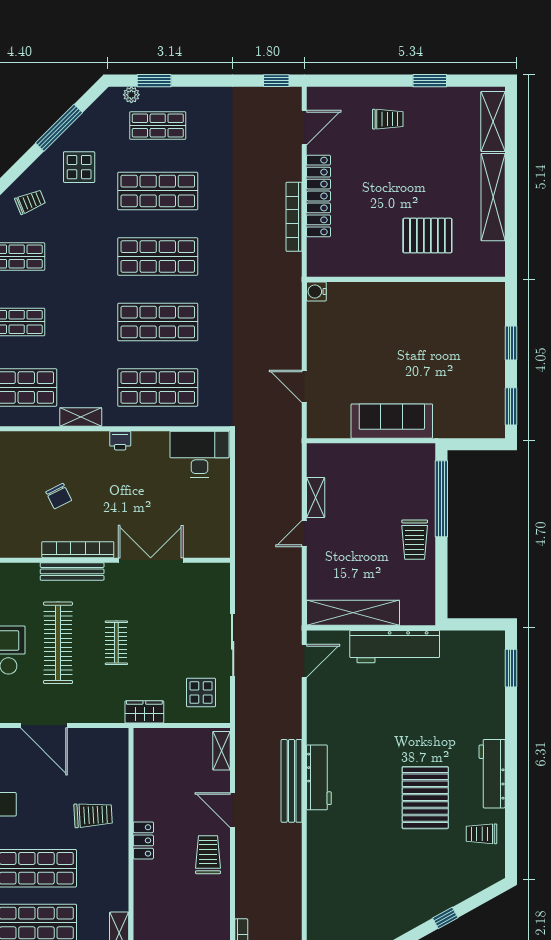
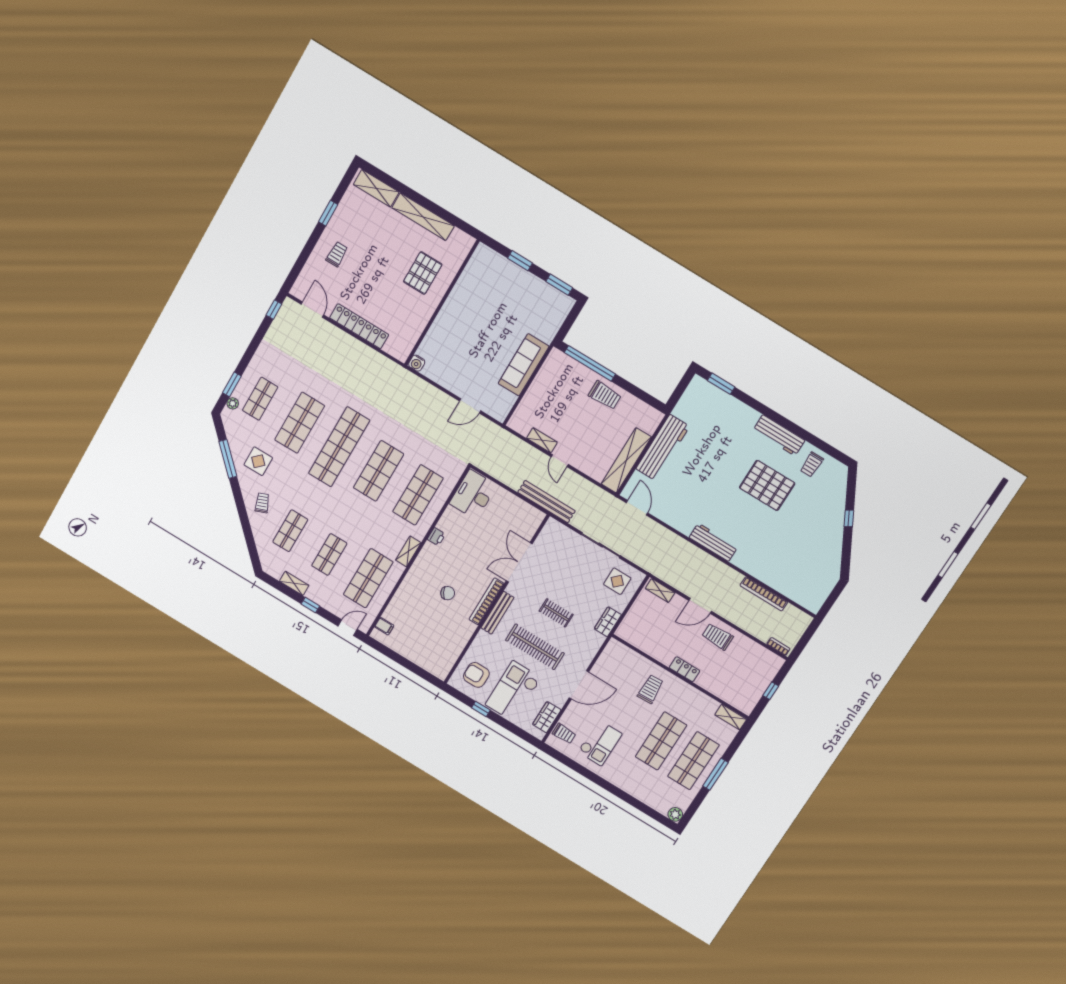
bookcase: (294, 217) -> (764, 594), moved
shop shelf: (158, 256) -> (339, 447), width x1.40
bench: (292, 781) -> (546, 502), moved

